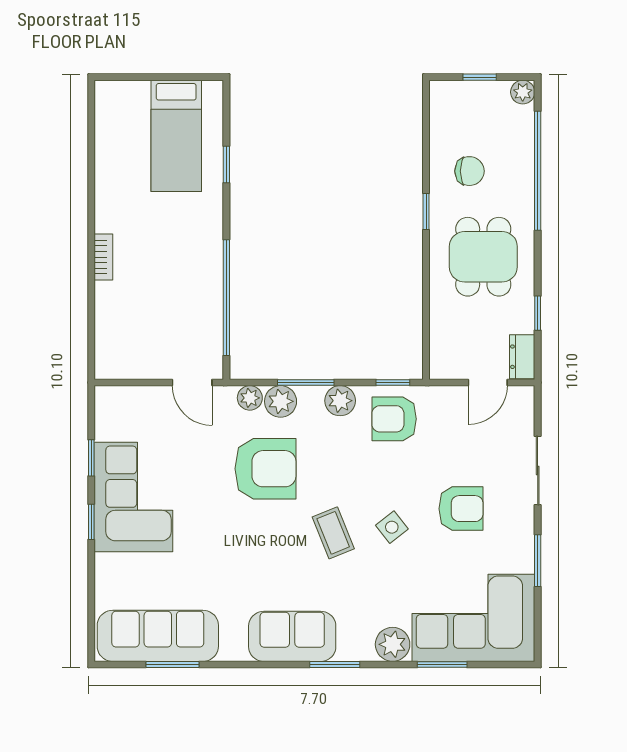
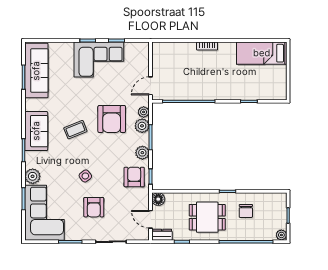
bed: (176, 136) -> (262, 53), moved
floor lamp: (443, 365) -> (158, 199), added
coffee table: (333, 533) -> (75, 130), moved

